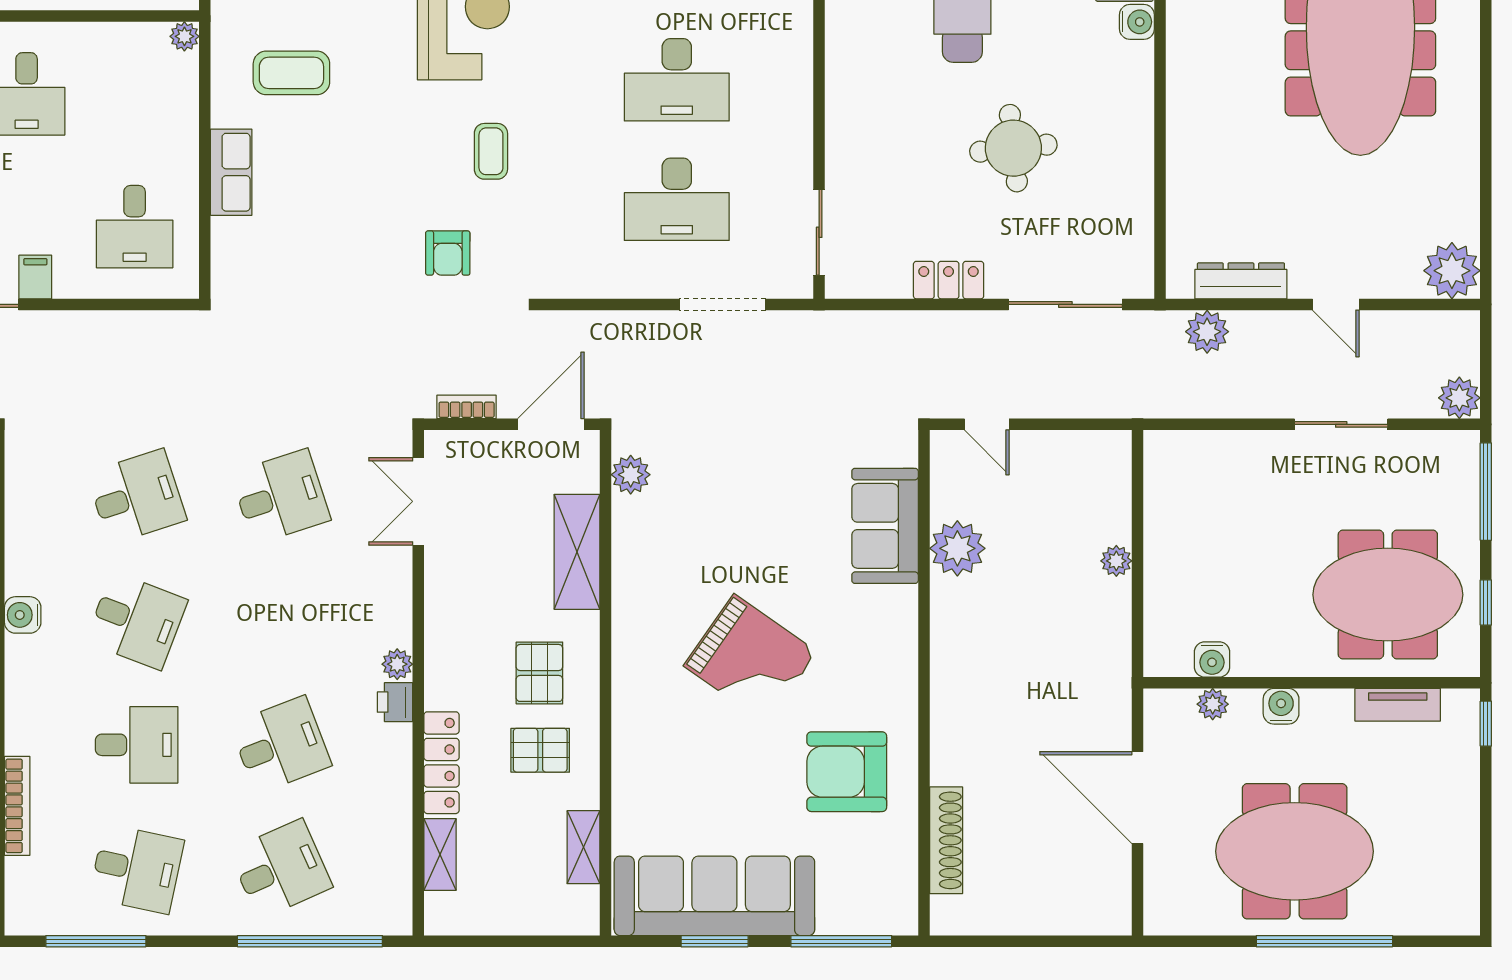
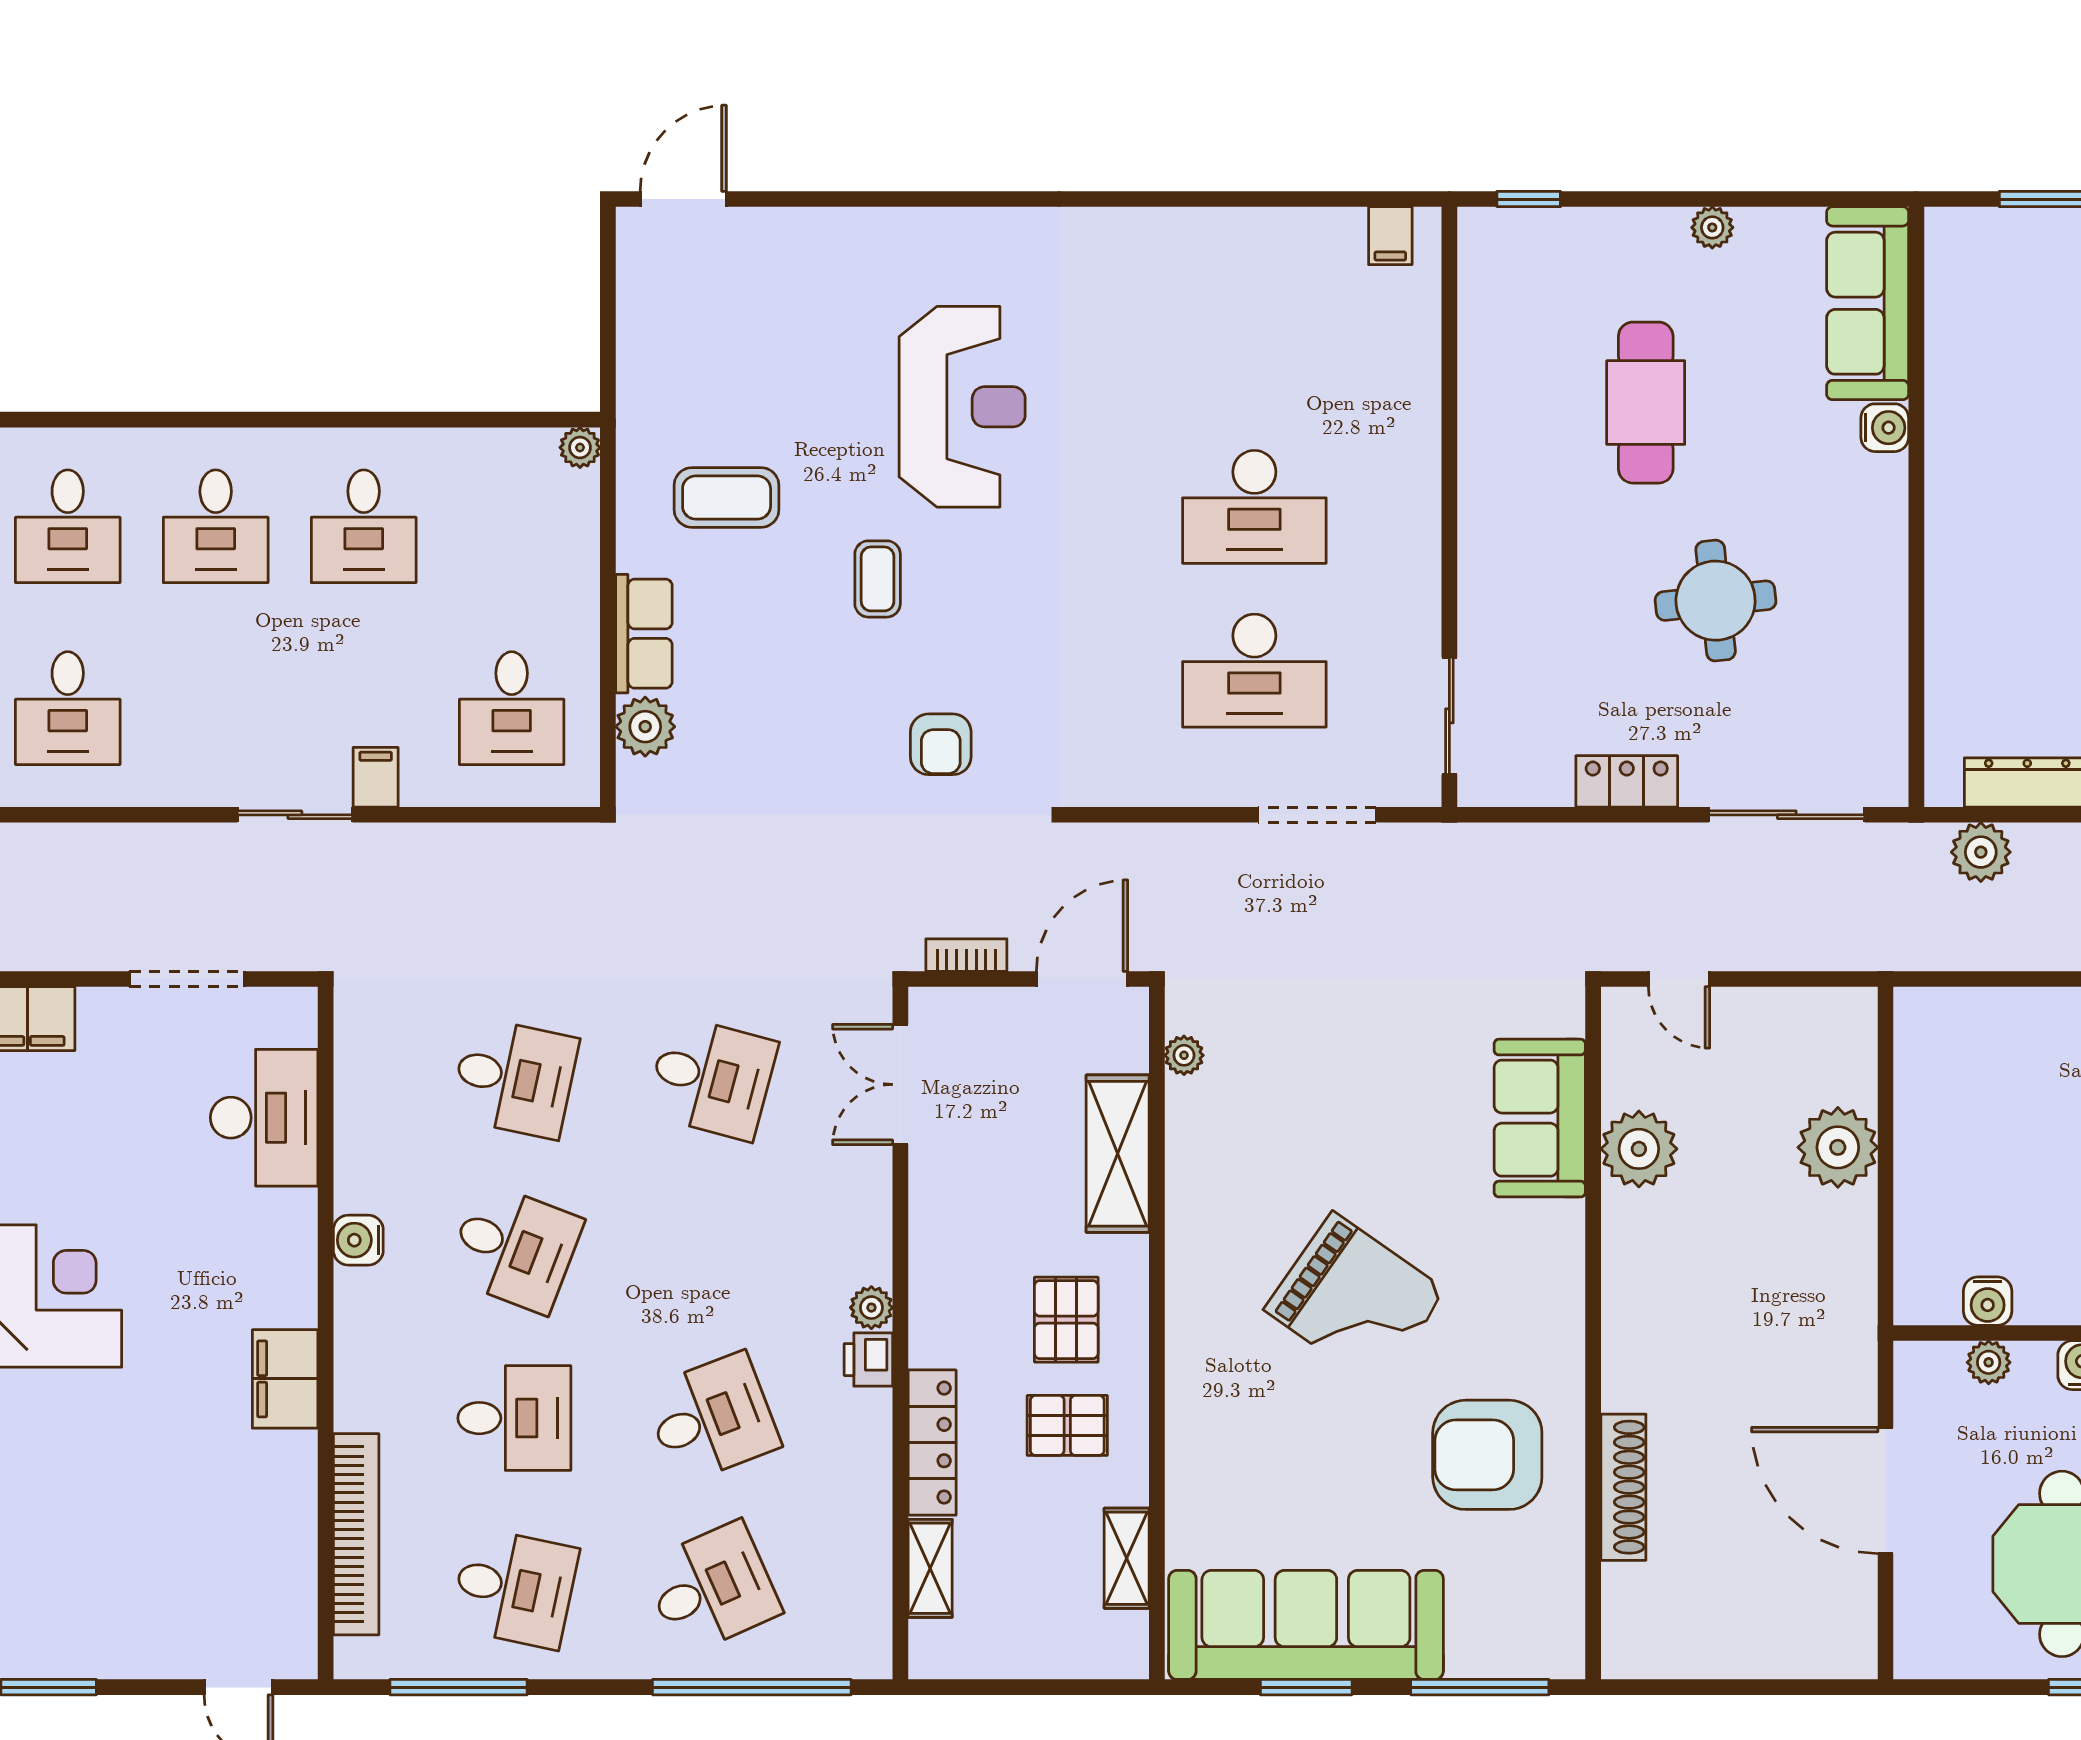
coffee table: (491, 151) -> (878, 579), moved
plant: (232, 240) -> (645, 727), added
plant: (631, 475) -> (1184, 1055), width x0.73, depth x0.73
desk: (137, 497) -> (514, 1078), turned 30
desk: (281, 497) -> (712, 1078), turned 33
plant: (1116, 561) -> (1838, 1147), width x1.88, depth x1.88
bookcase: (17, 806) -> (356, 1534), width x1.48, depth x1.31
shoe rack: (946, 840) -> (1623, 1487), moved

